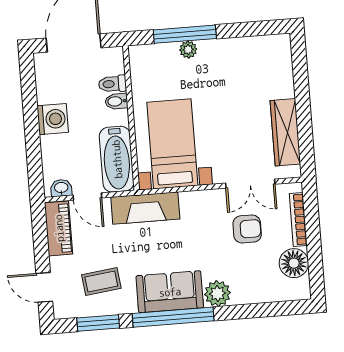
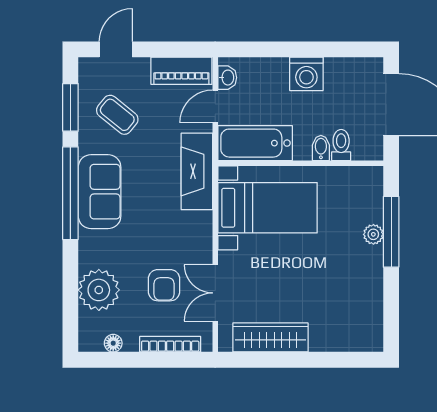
floor lamp: (294, 263) -> (113, 343), width x0.53, depth x0.53
coffee table: (101, 282) -> (117, 115), turned -44
plant: (217, 293) -> (99, 290), moved, width x1.36, depth x1.36

